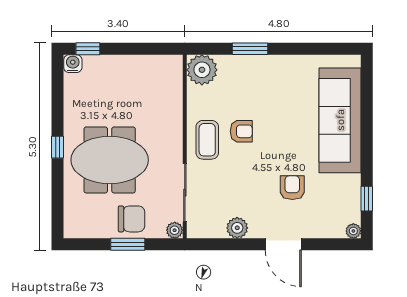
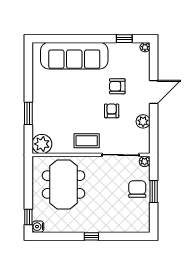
armchair: (241, 131) -> (112, 111), moved
meeting table: (110, 160) -> (63, 184), moved

